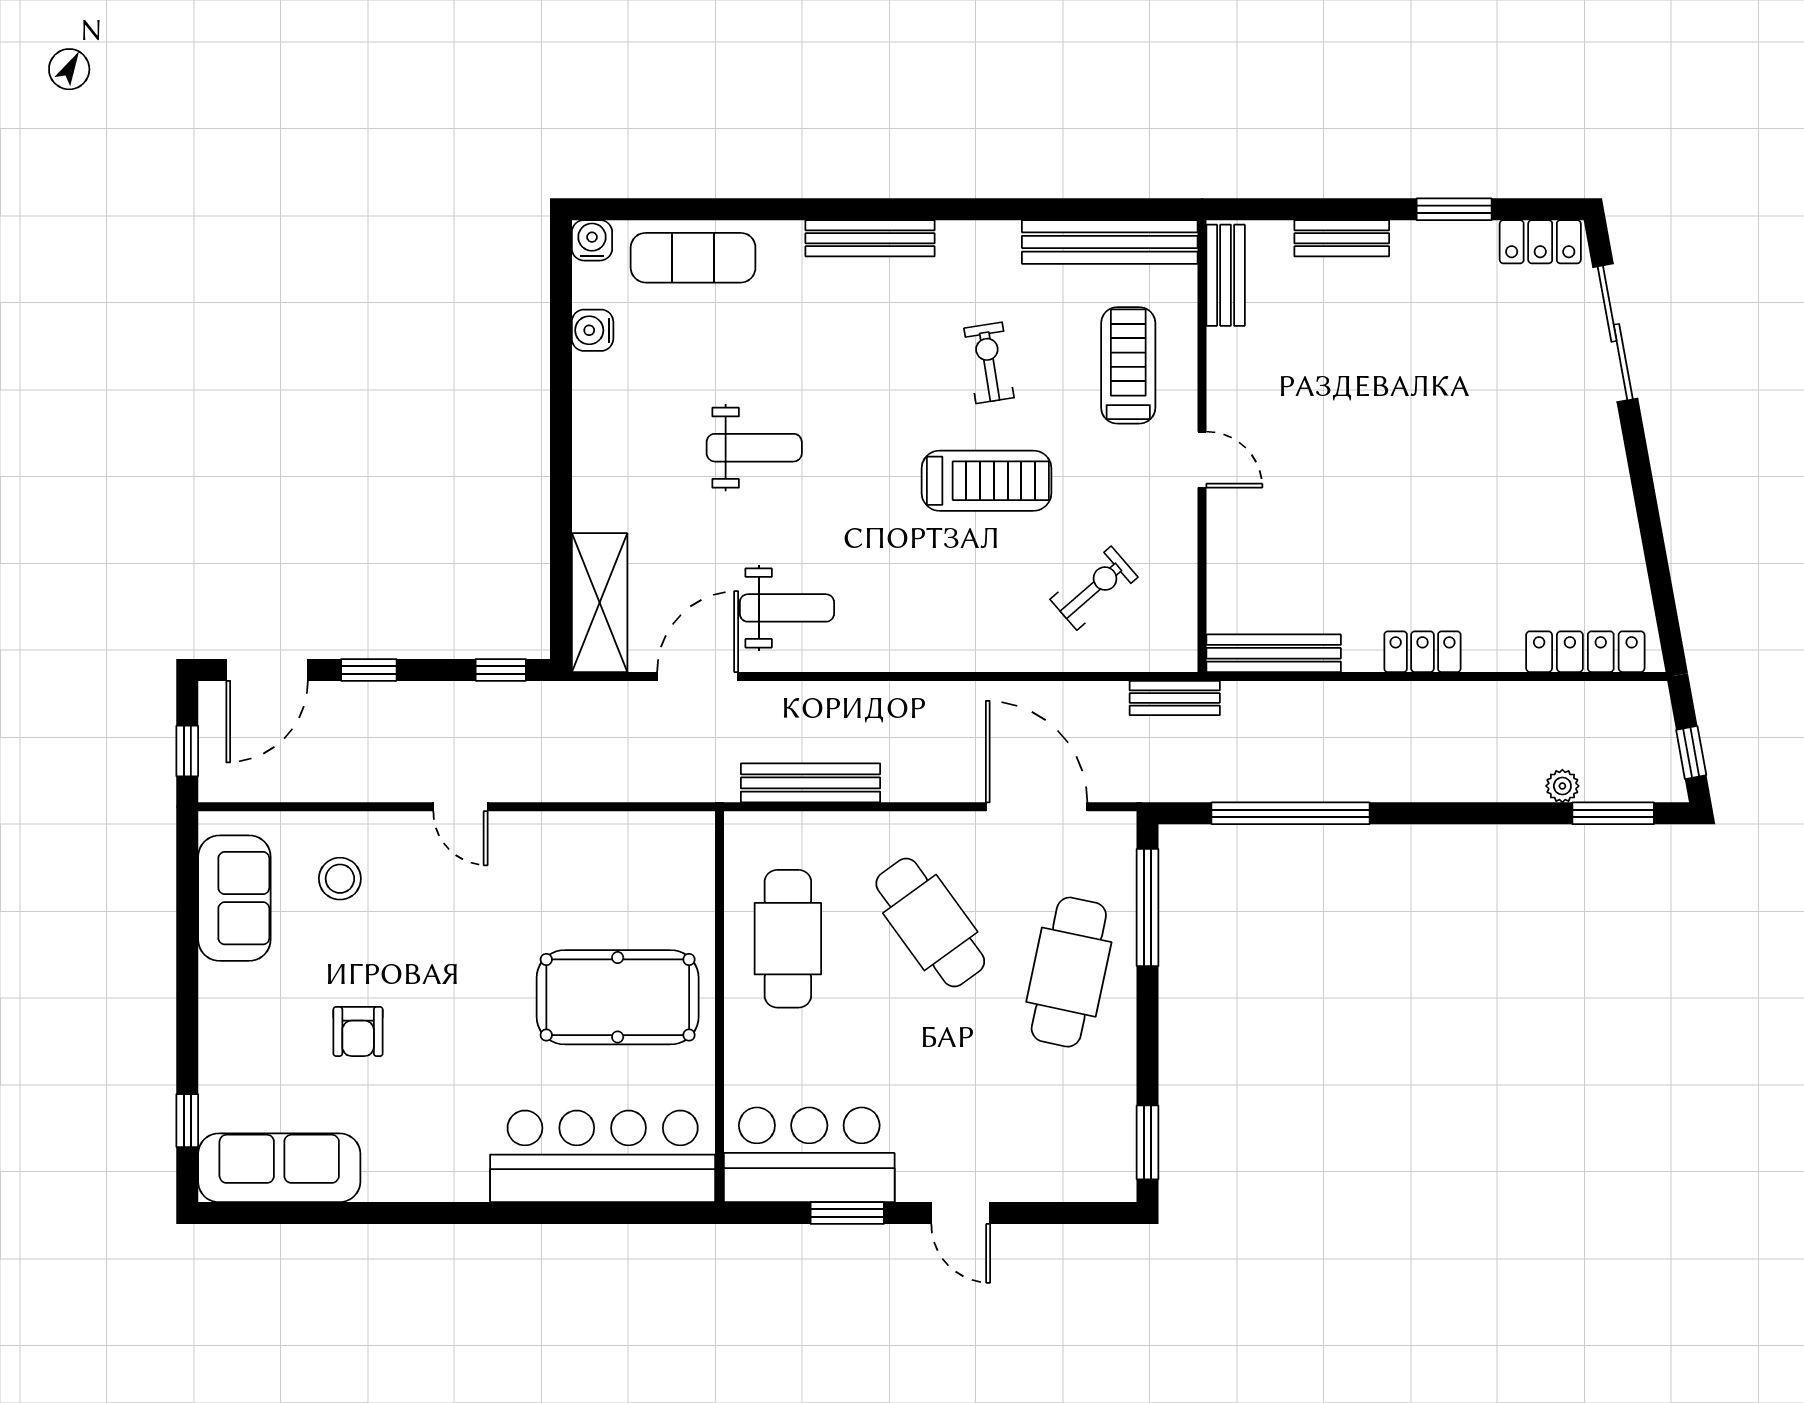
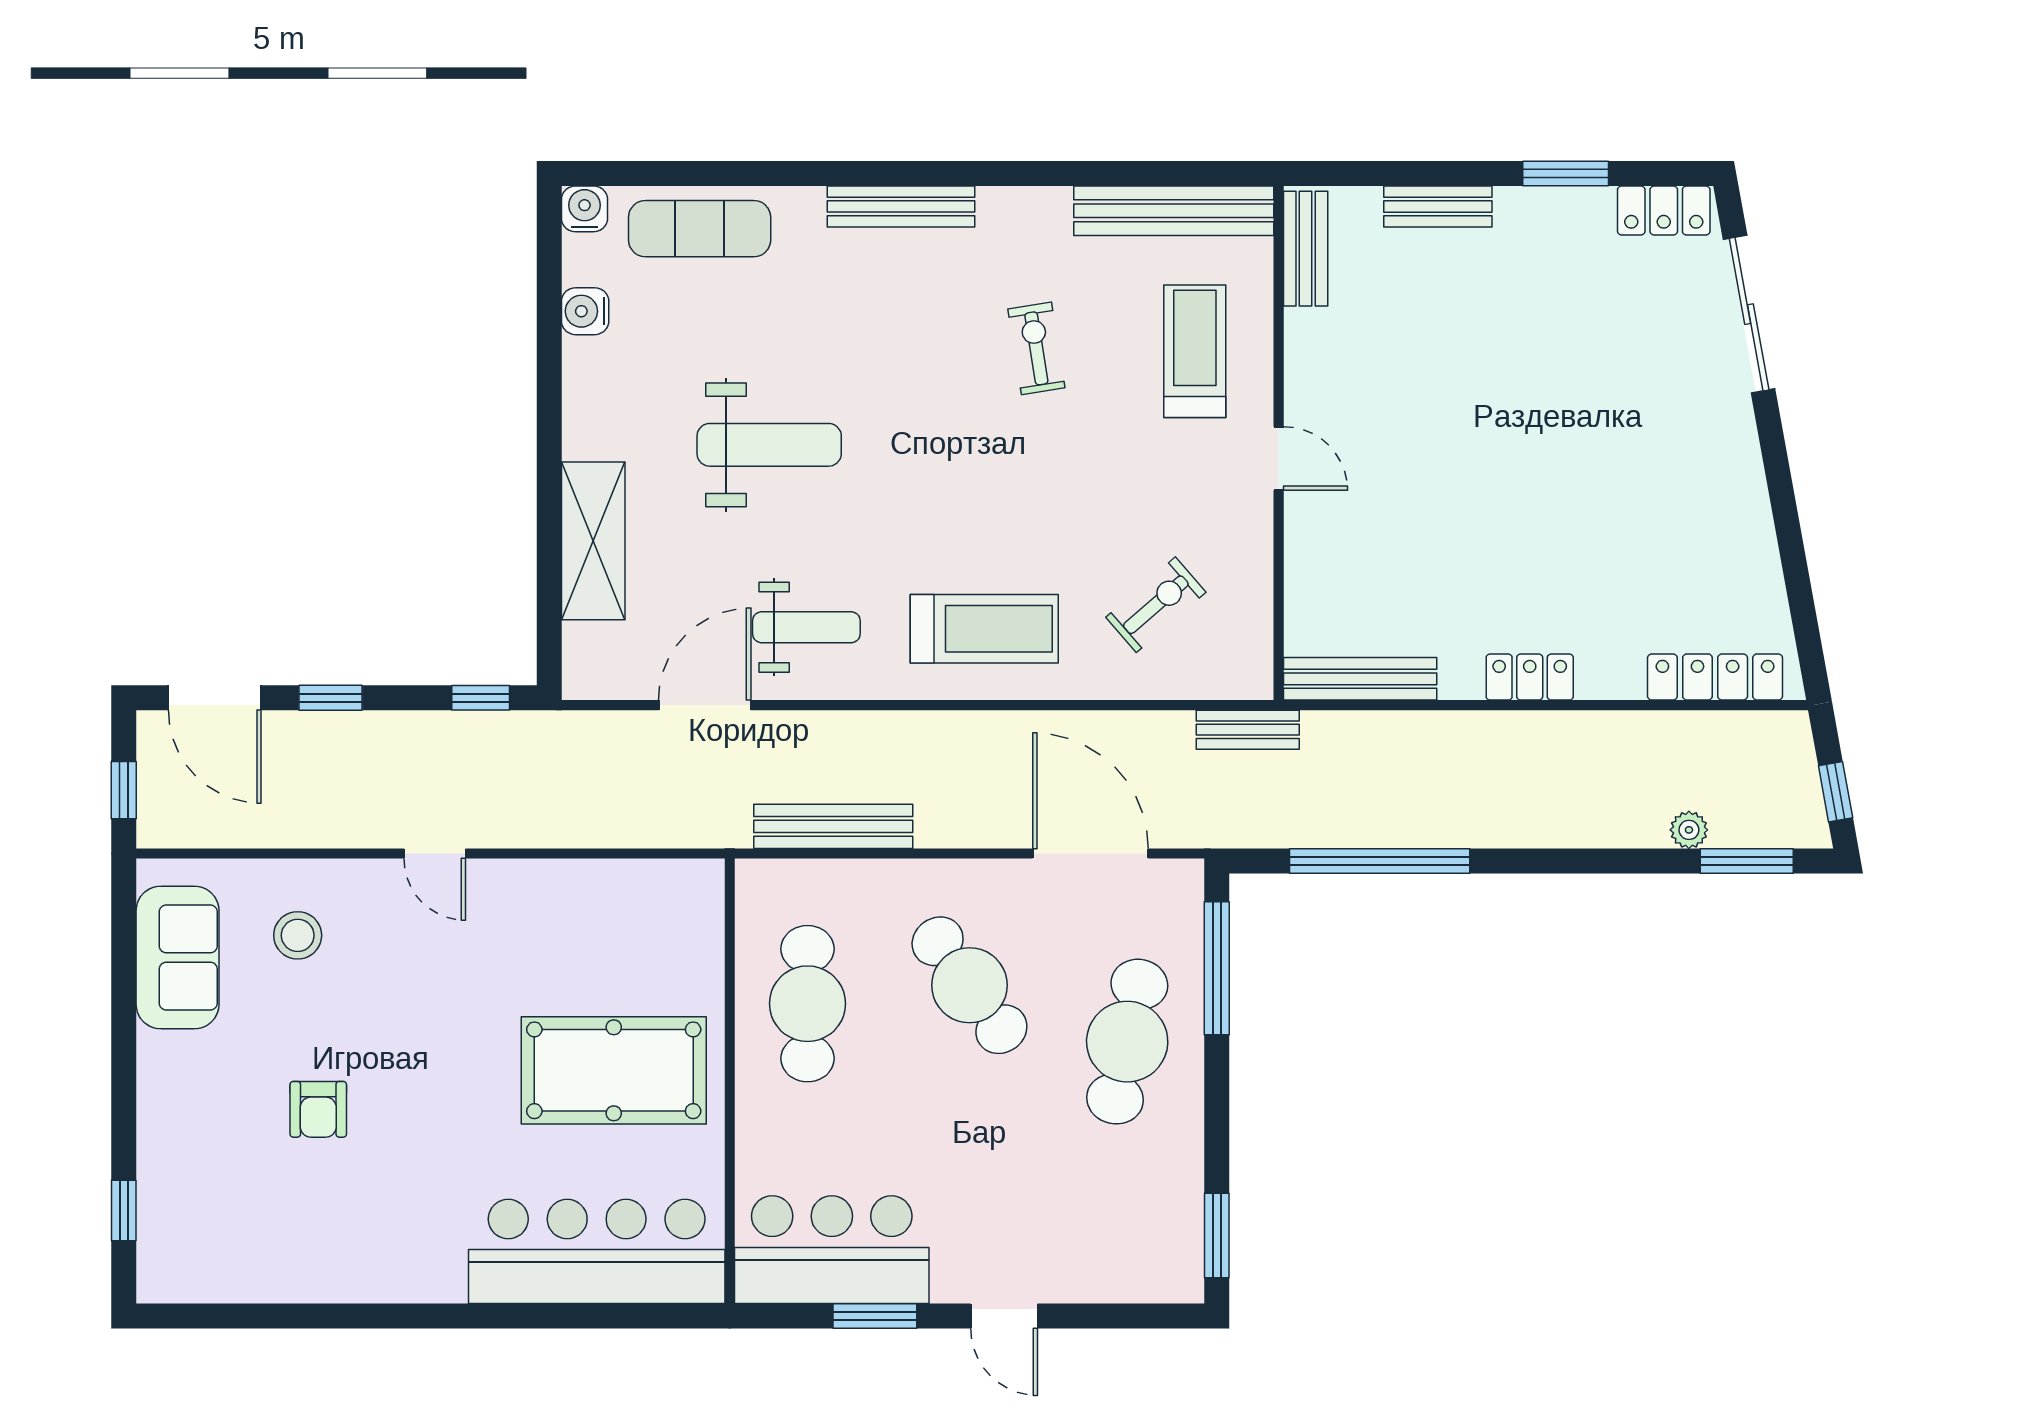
weight bench: (754, 448) -> (769, 445), width x1.36, depth x1.33
treadmill: (986, 481) -> (984, 629), moved
shelving: (600, 603) -> (593, 541), moved
door: (267, 670) -> (215, 698), hinge flipped
sofa: (279, 1168) -> (229, 1264), removed

